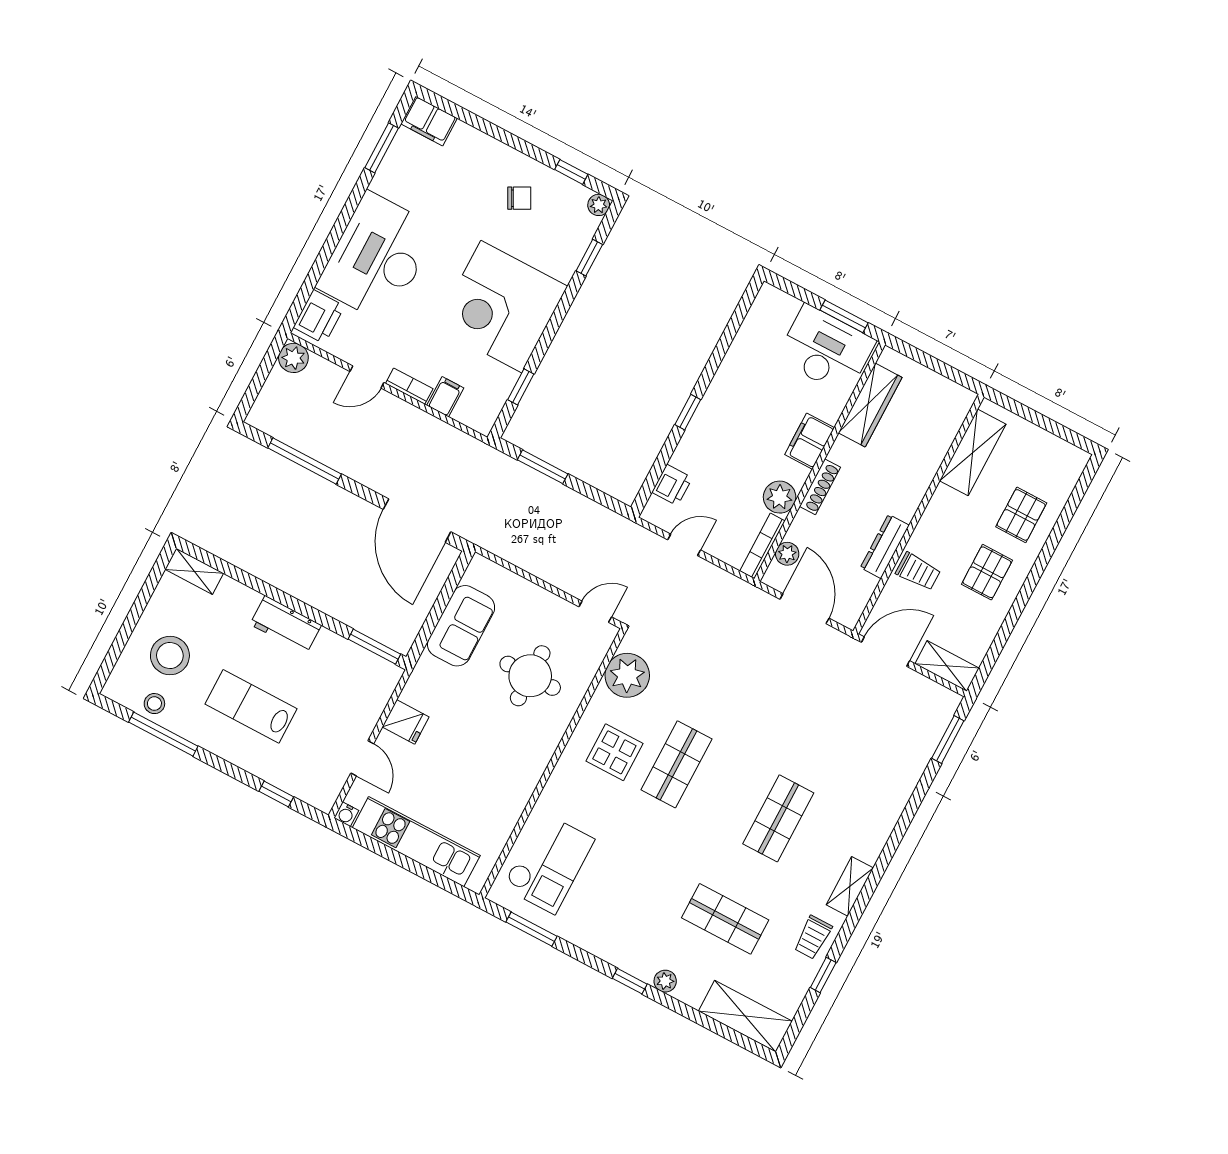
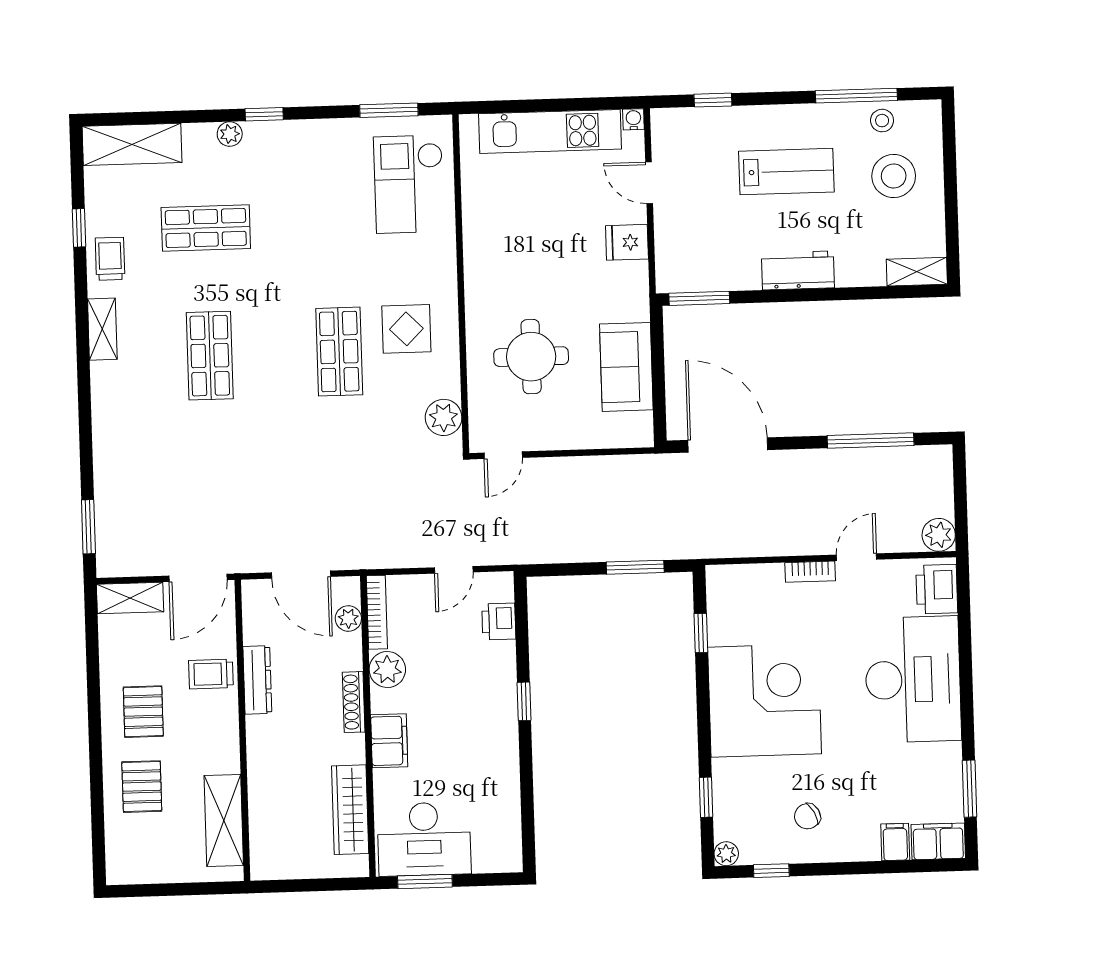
filing cabinet: (445, 397) -> (895, 842), moved, turned 180
plant: (627, 675) -> (444, 417), width x0.73, depth x0.73

